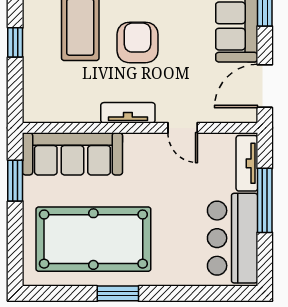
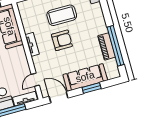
door: (183, 128) -> (35, 80), moved

